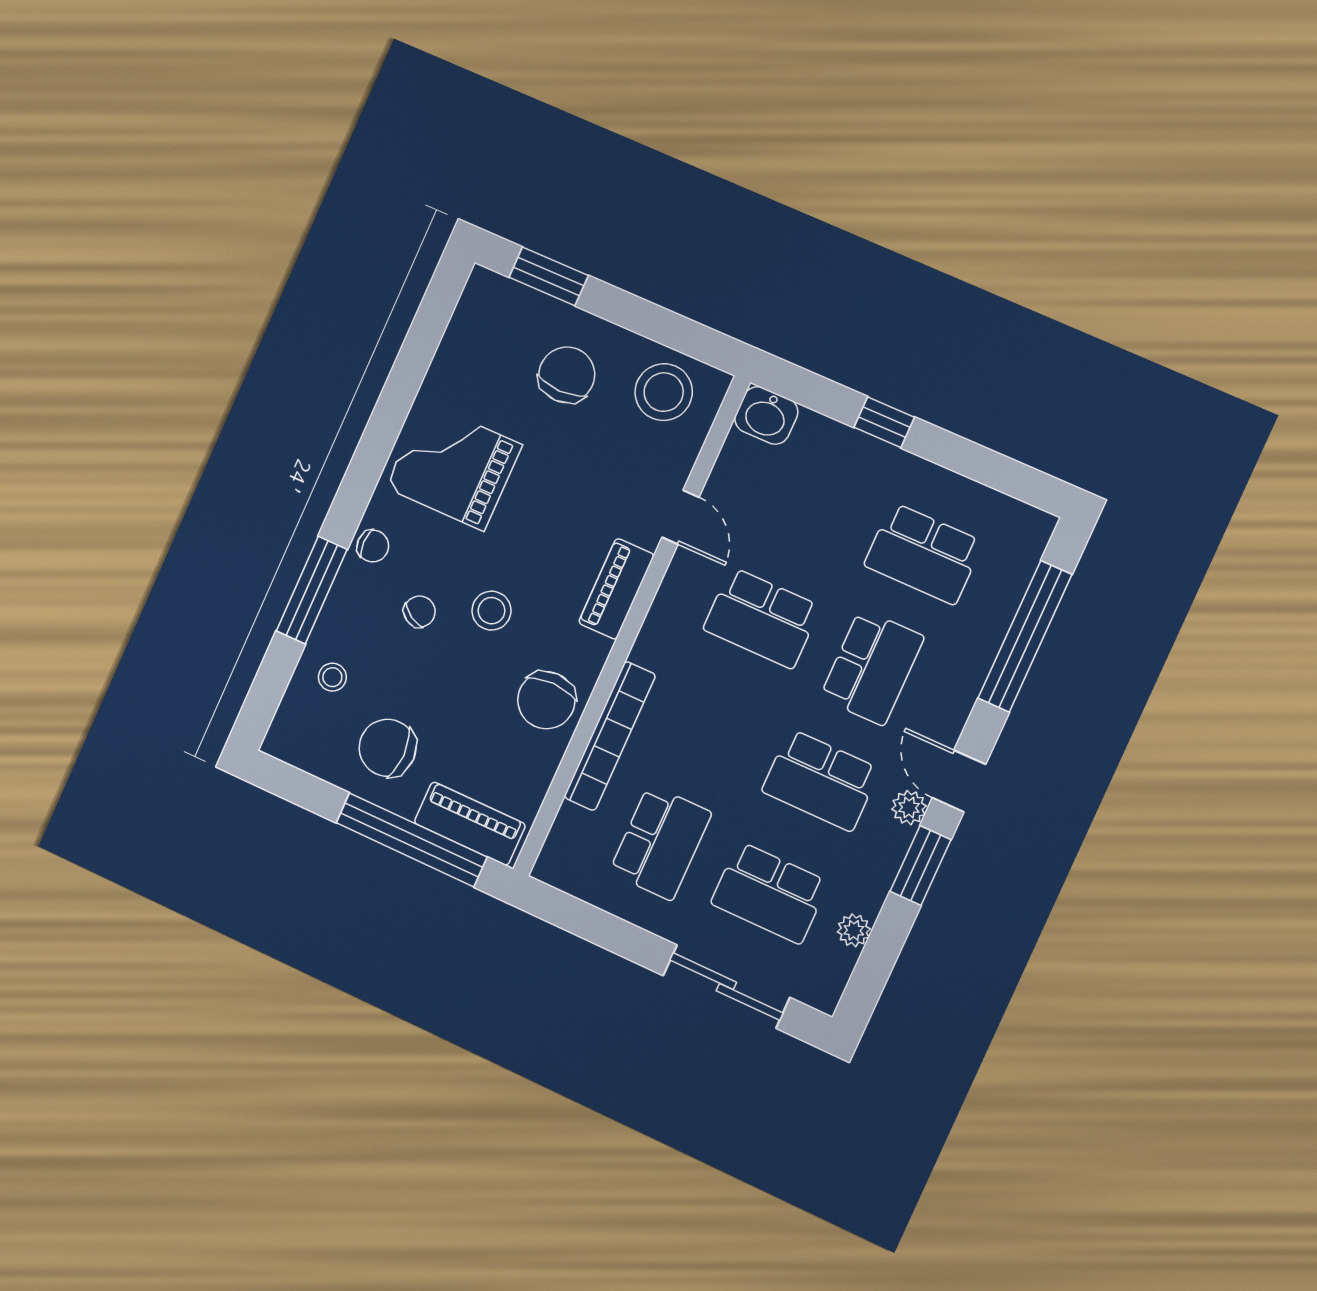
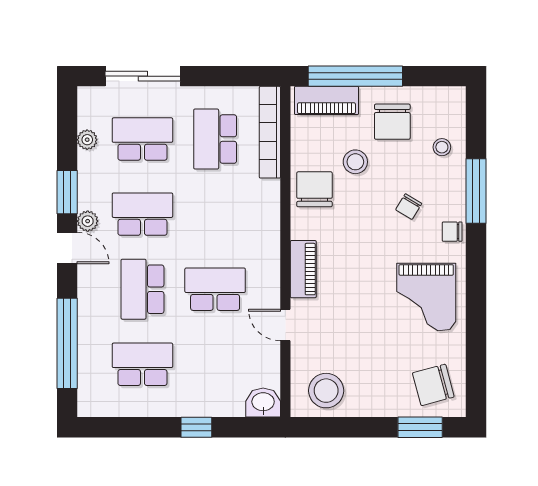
chair: (567, 375) -> (433, 385), moved, turned 75
grand piano: (454, 466) -> (426, 297), turned 90
stool: (492, 611) -> (355, 162), moved
bookcase: (610, 736) -> (270, 132), moved
chair: (388, 748) -> (392, 122), turned 90

